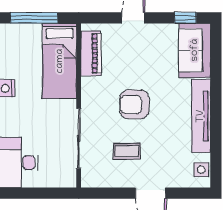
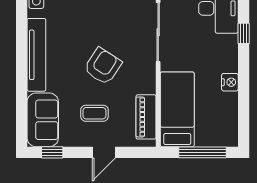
armchair: (134, 104) -> (103, 66), turned -57
coffee table: (127, 151) -> (94, 113), moved

